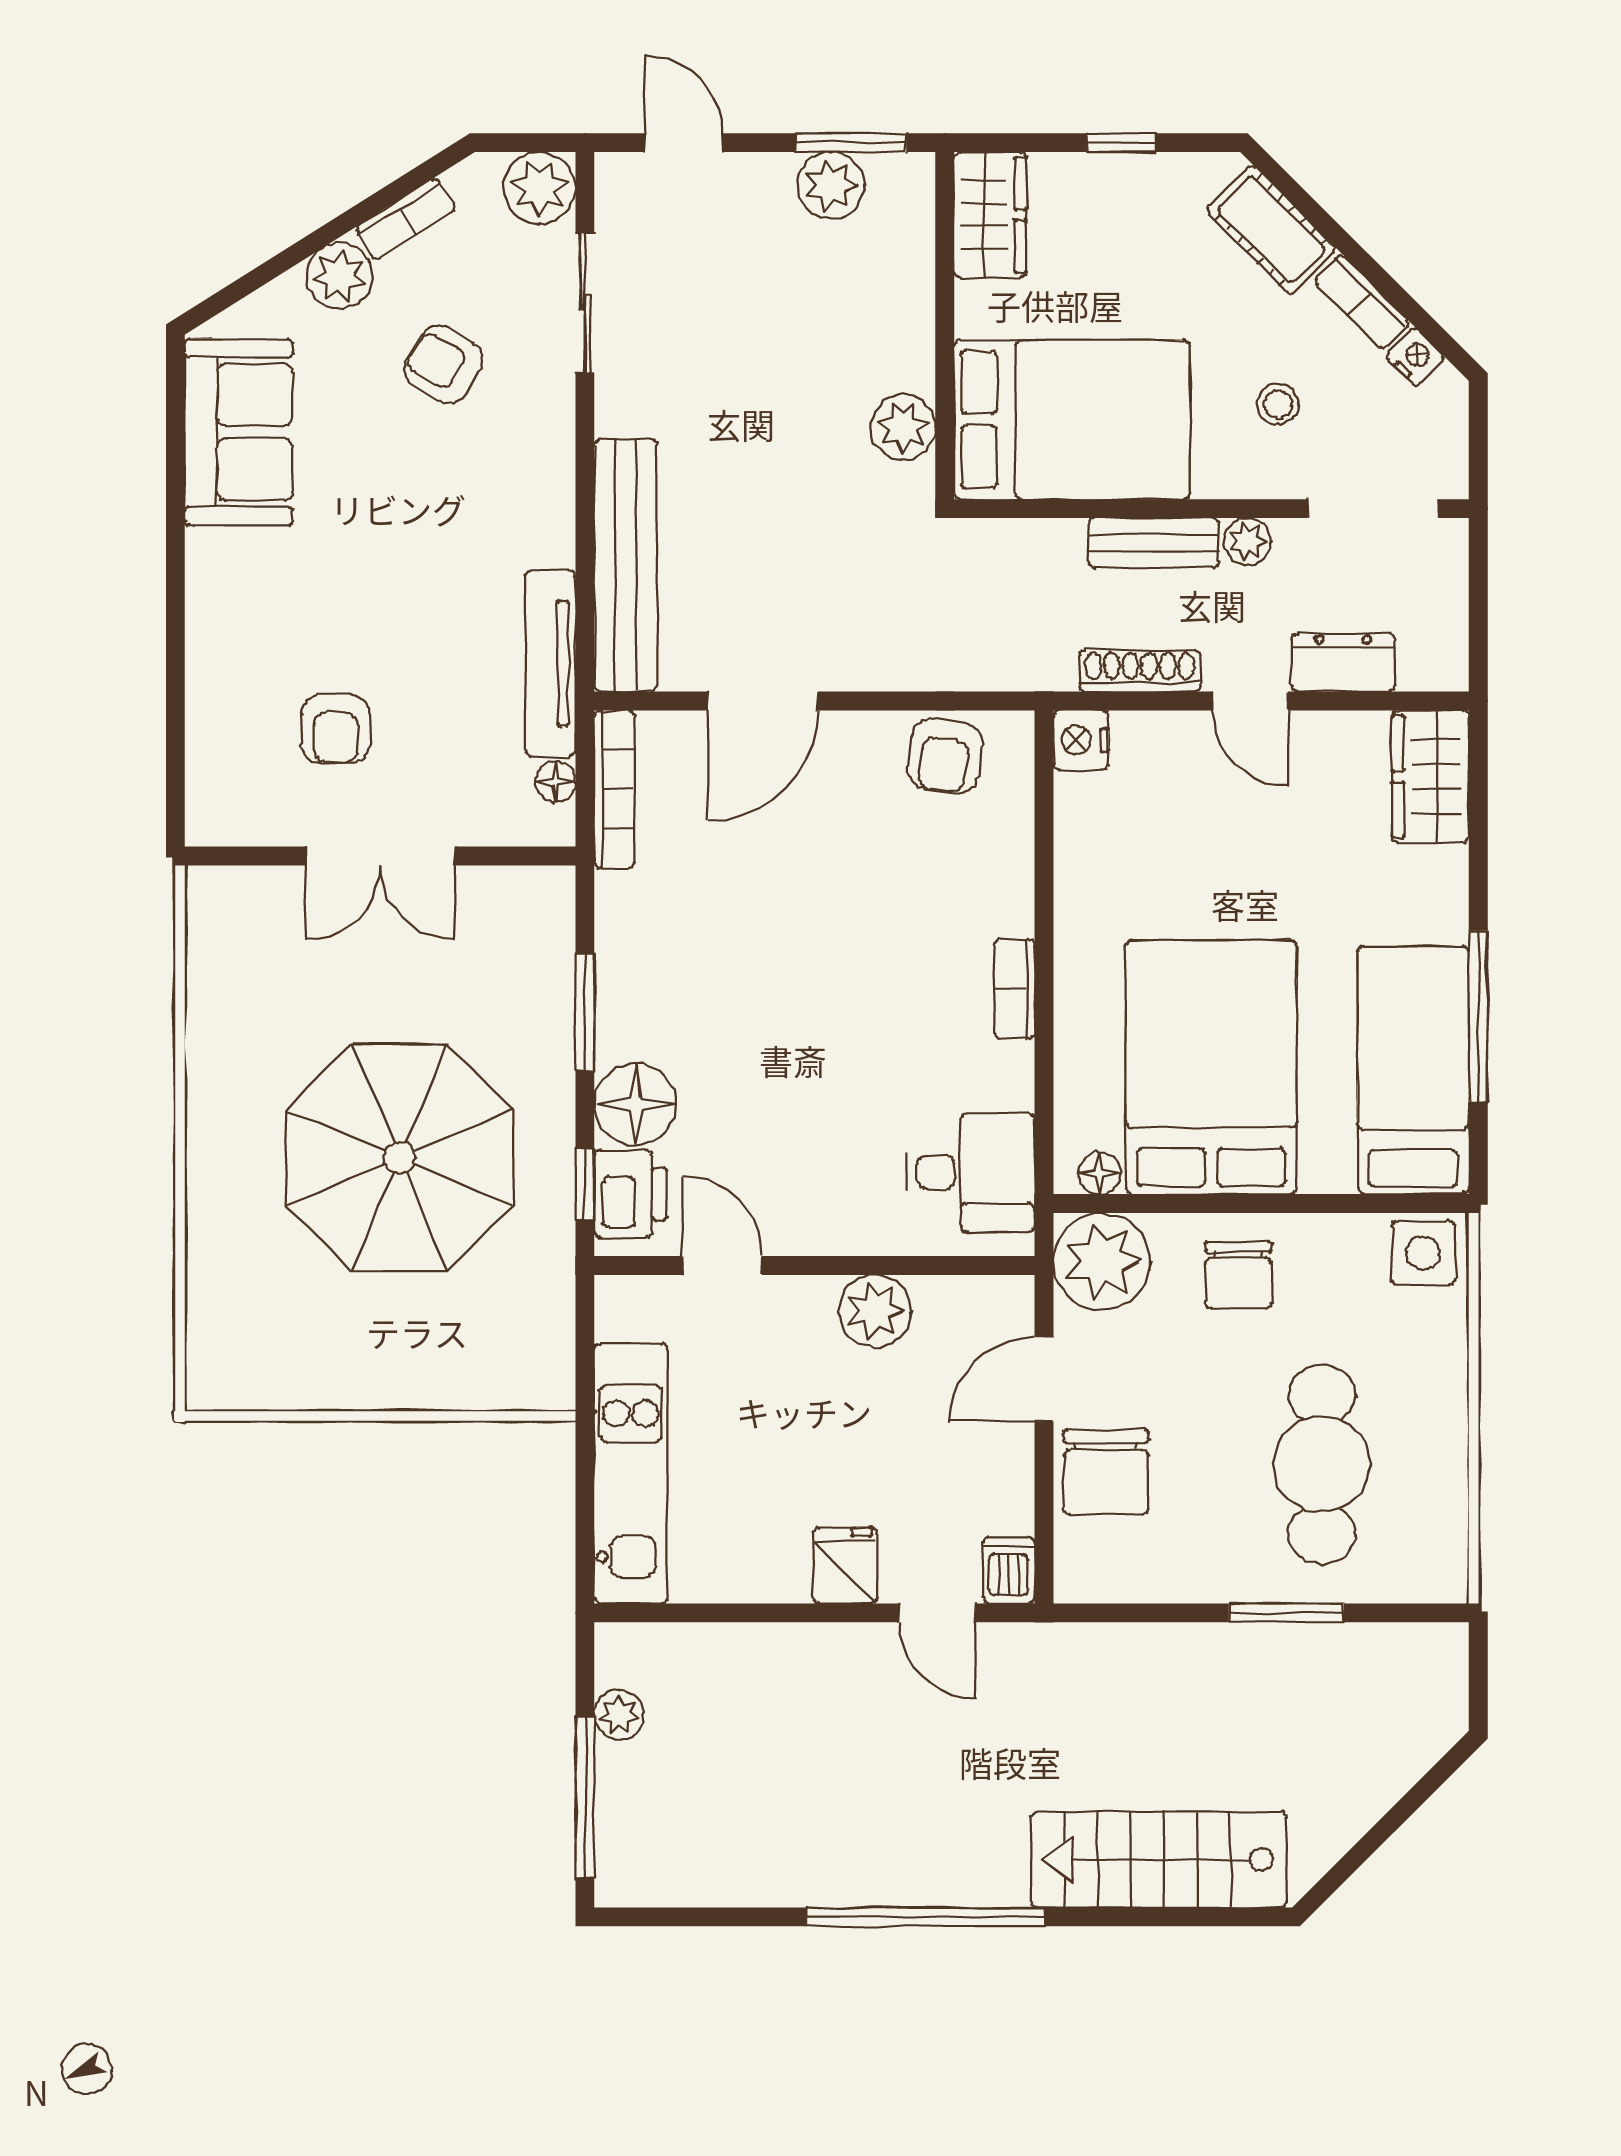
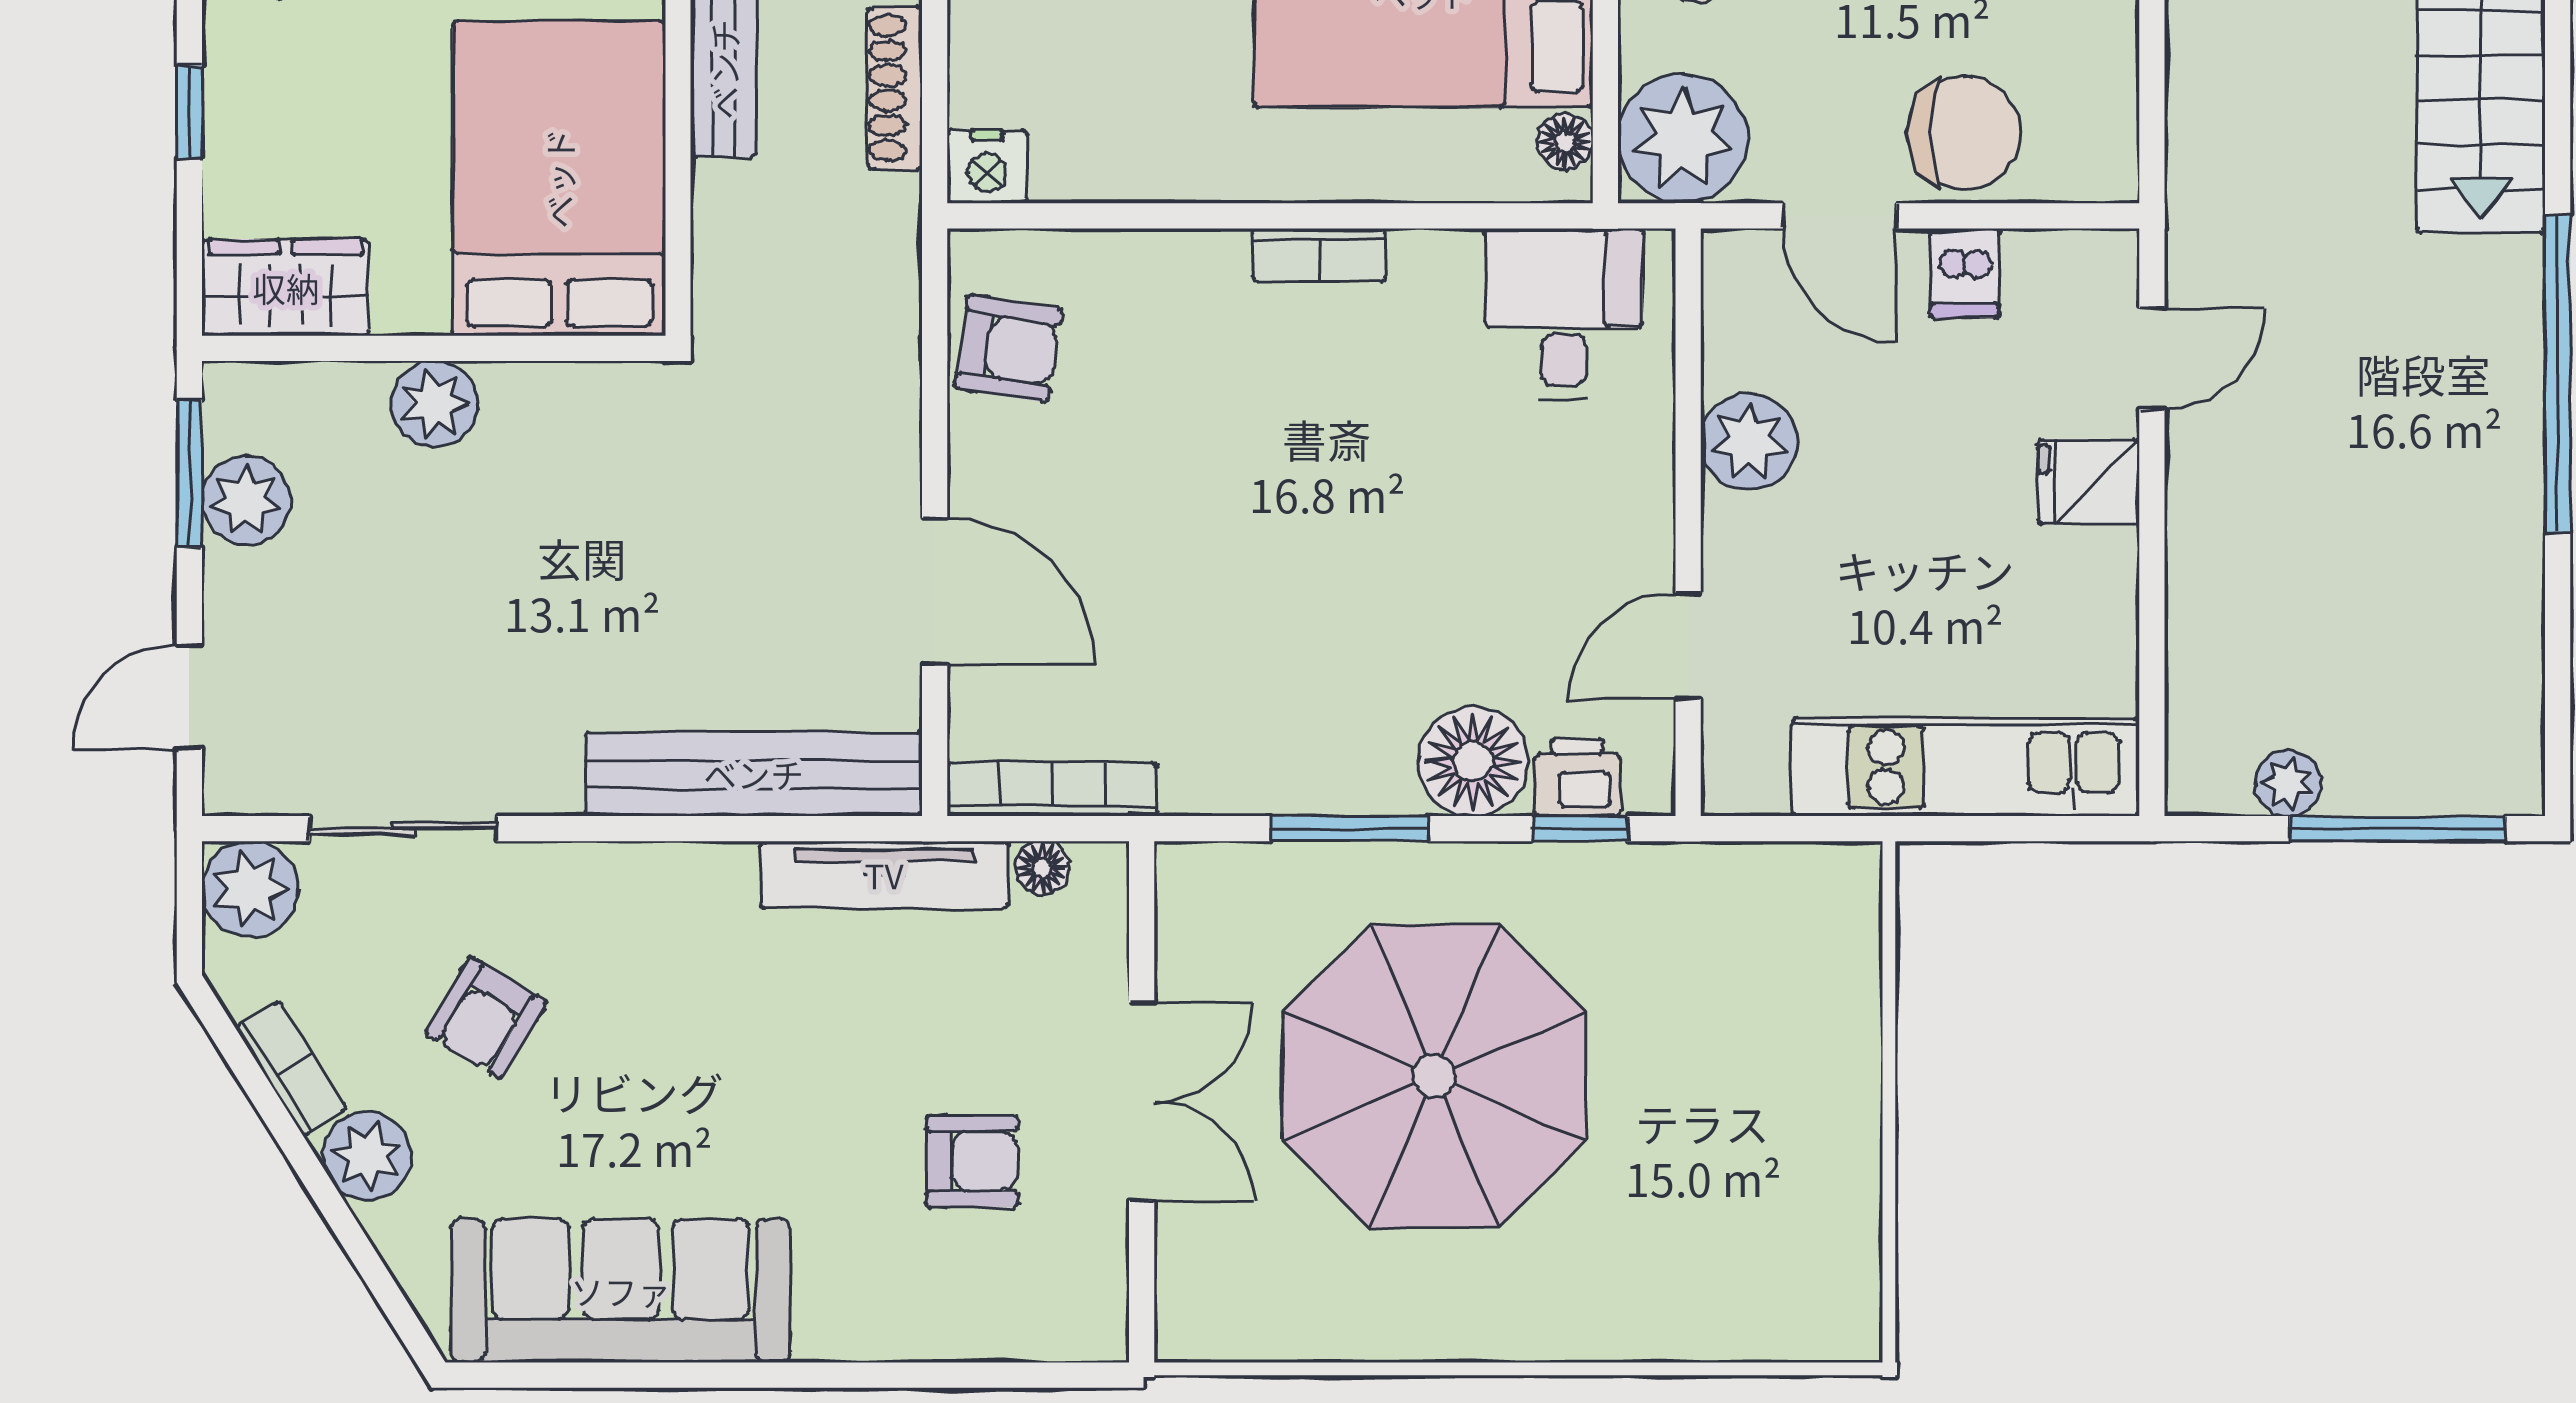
plant: (903, 427) -> (434, 404), moved
sofa: (239, 432) -> (621, 1291), width x1.36
parasol: (400, 1158) -> (1434, 1076), moved
printer: (630, 1194) -> (1577, 777), width x0.73, depth x0.81
dishwasher: (1009, 1570) -> (1965, 273), moved, turned -90

